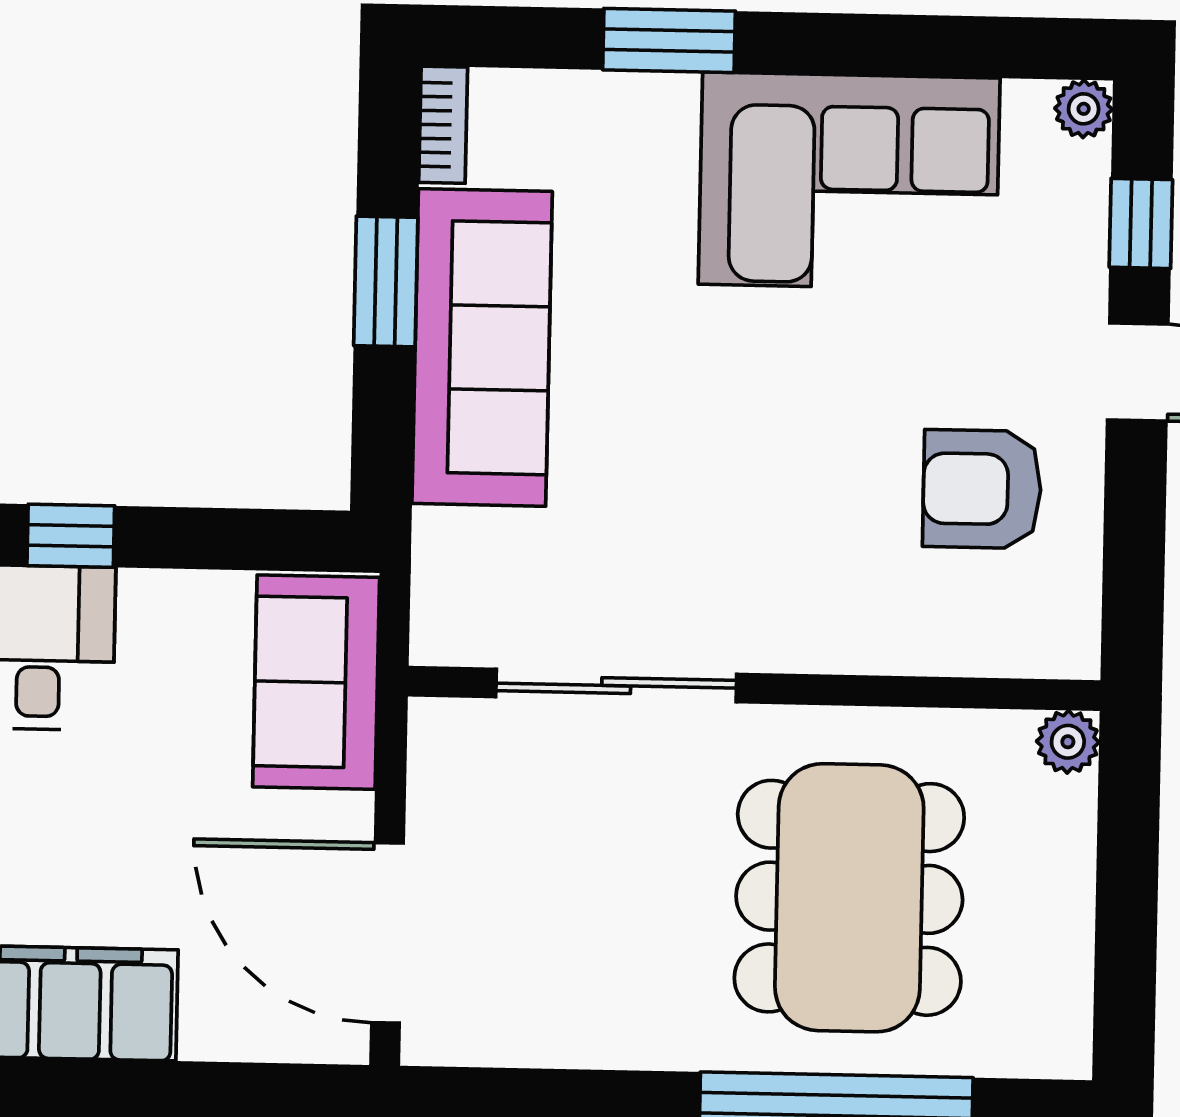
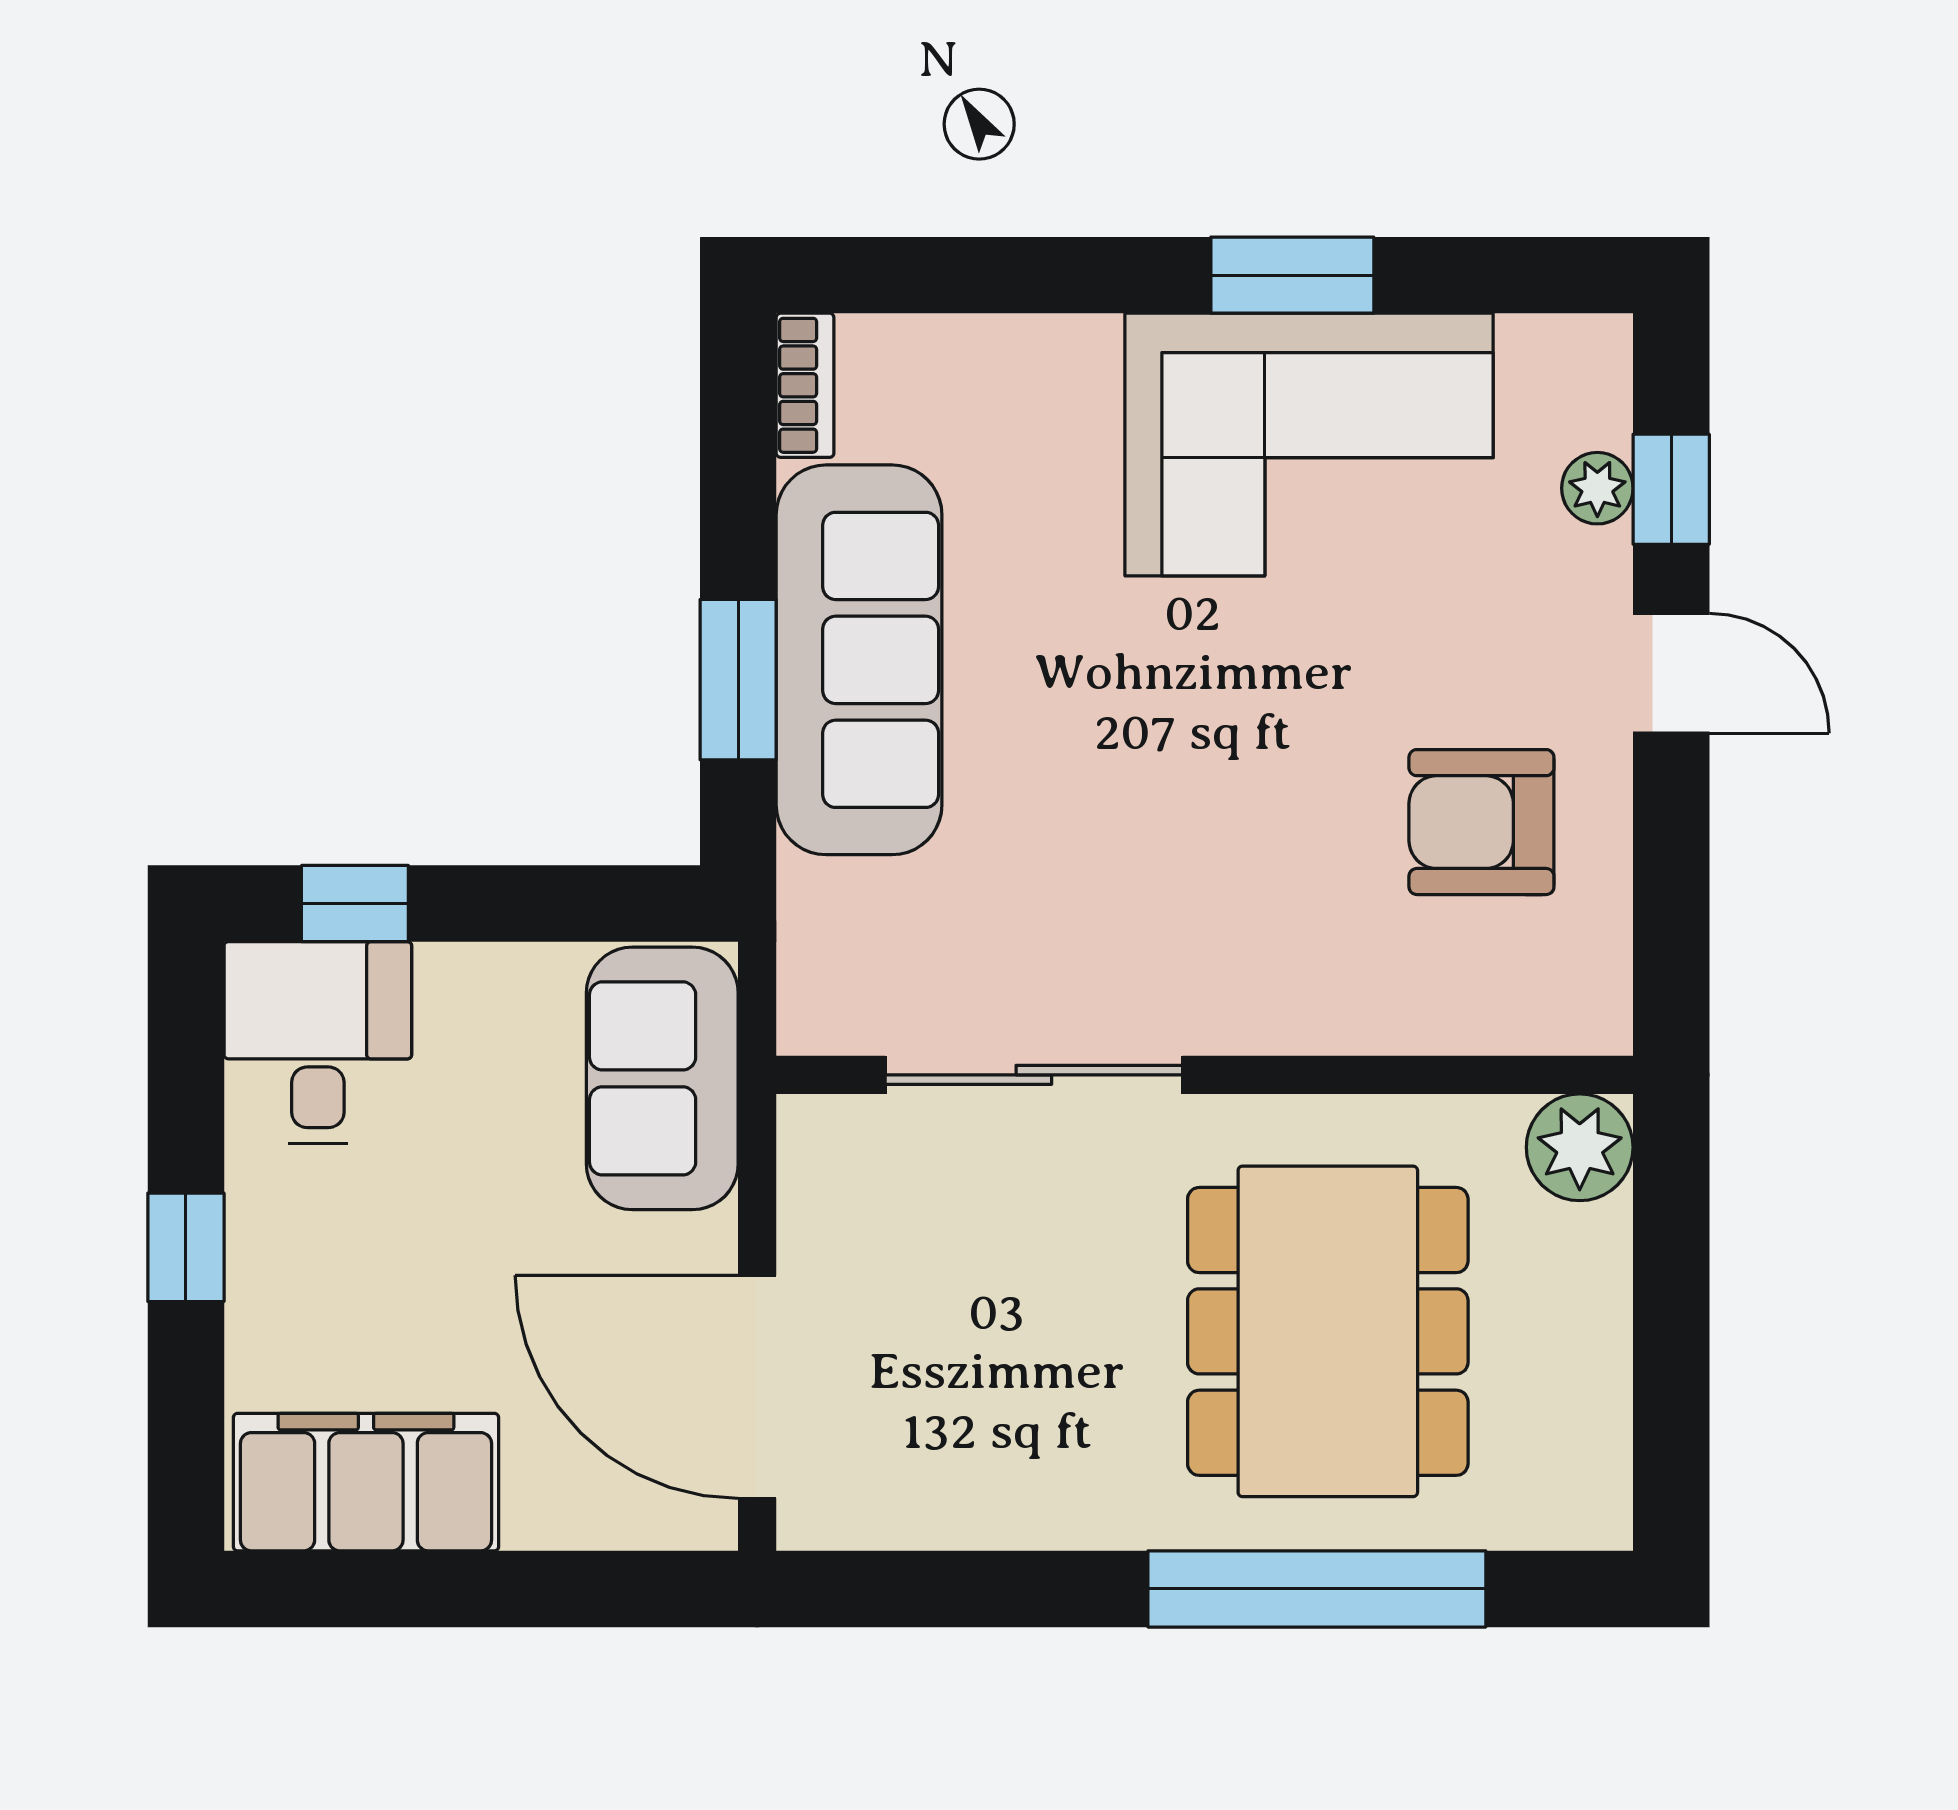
window: (669, 40) -> (1292, 275), moved
plant: (1084, 109) -> (1597, 488), moved
window: (386, 282) -> (738, 680), moved
plant: (1068, 742) -> (1580, 1147), width x1.38, depth x1.38

